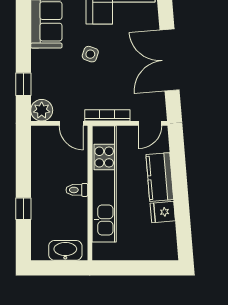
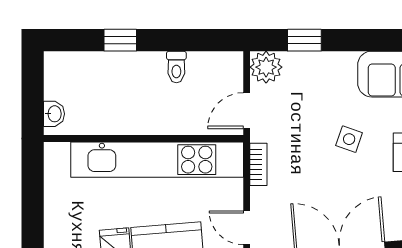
bookcase: (107, 115) -> (258, 164), width x0.64
toilet: (77, 190) -> (176, 67), moved, turned 180
washbasin: (65, 250) -> (54, 114), width x0.52, depth x0.69

